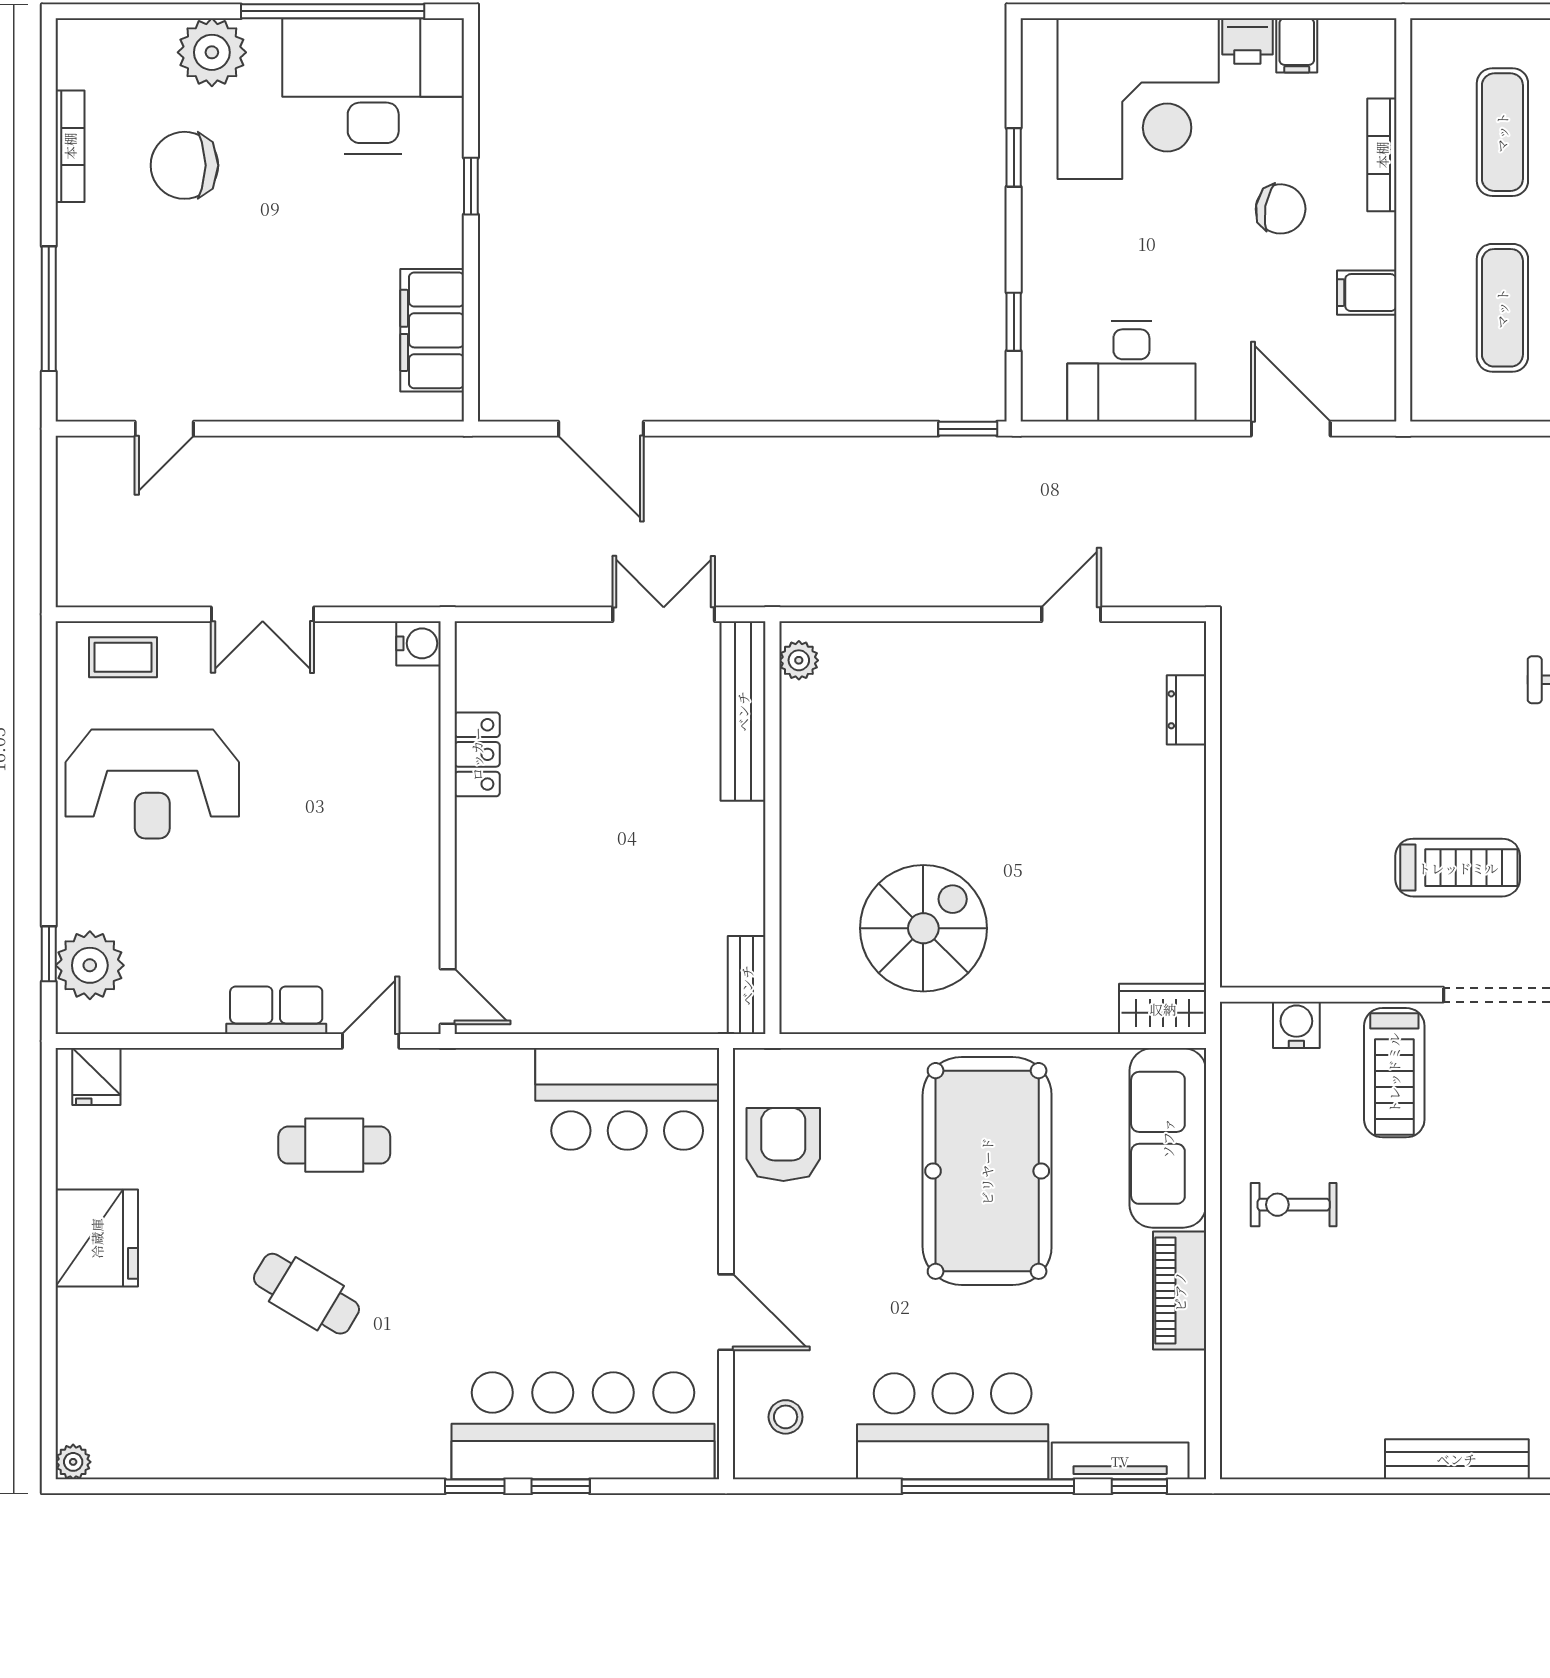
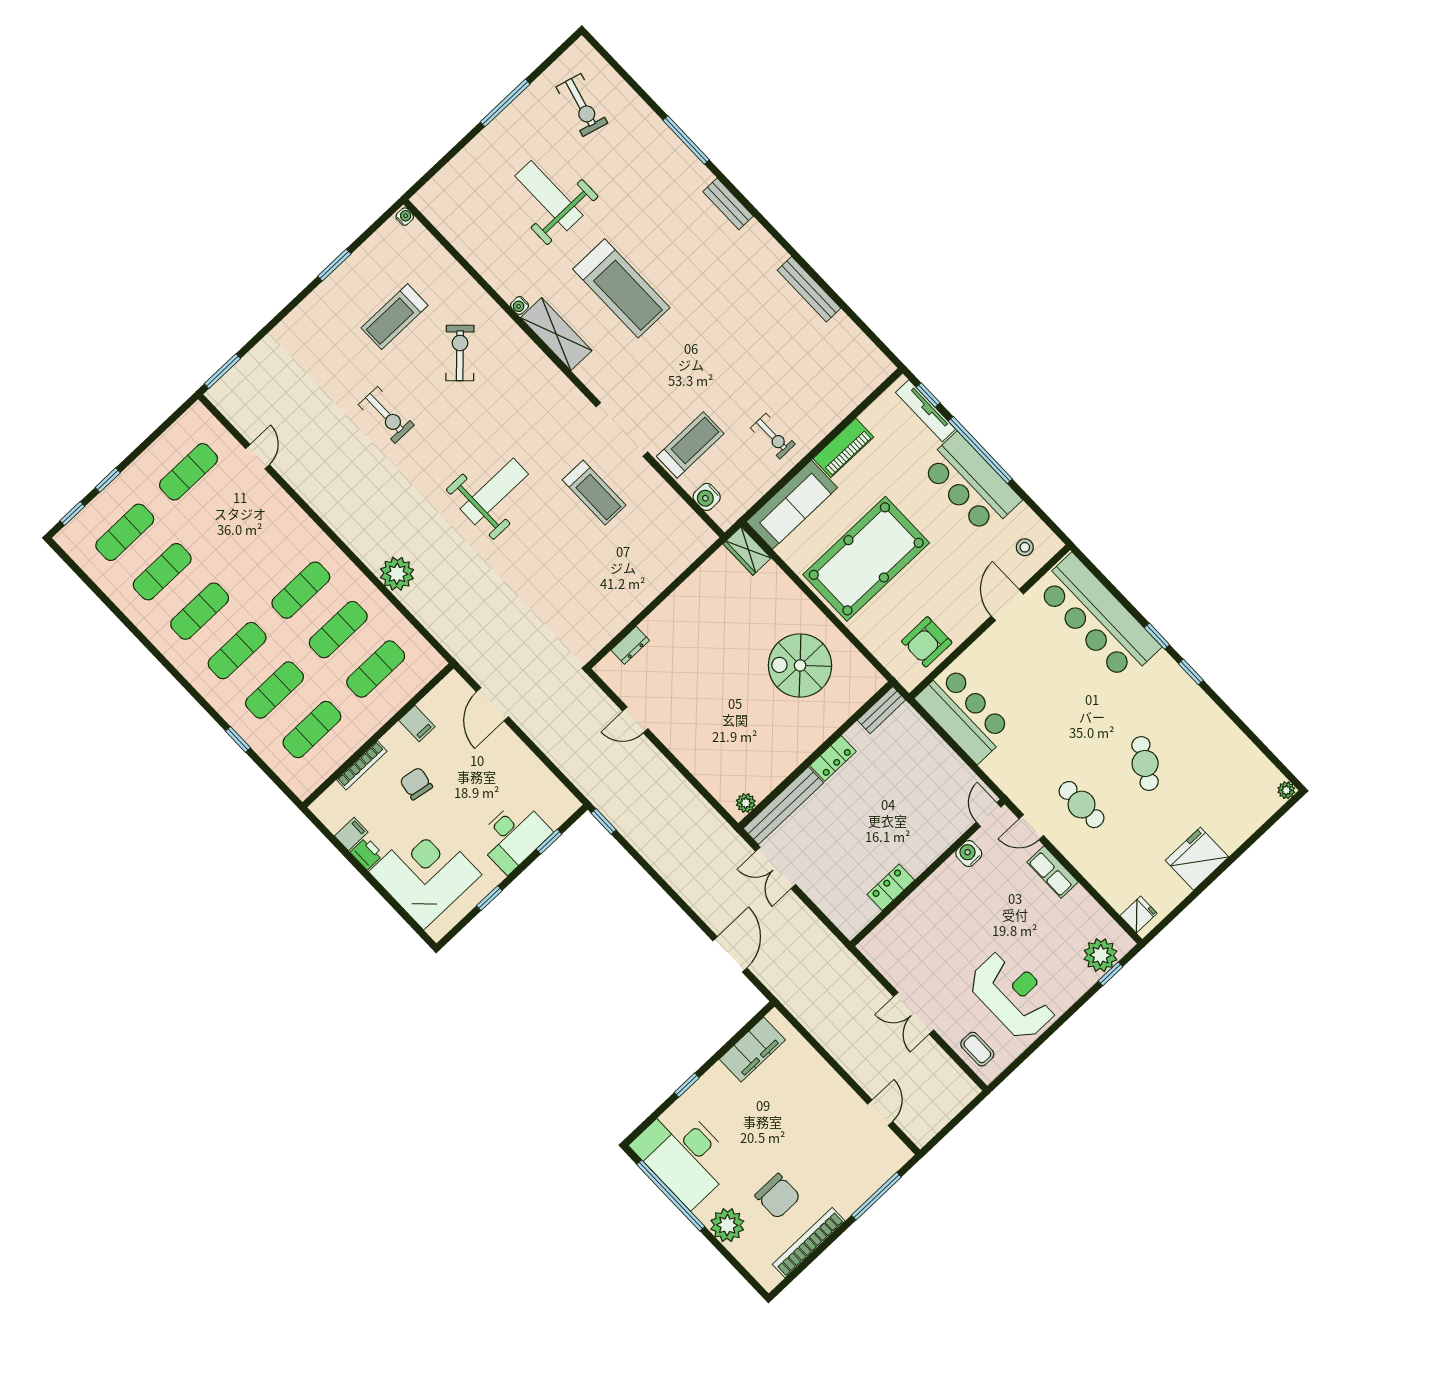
bookcase: (70, 146) -> (809, 1243), width x1.48, depth x1.31
desk: (1131, 371) -> (513, 836), moved, turned 90
door: (164, 429) -> (880, 1113), hinge flipped
double door: (263, 614) -> (914, 1013), swing flipped
water cooler: (419, 643) -> (969, 854), moved
locker: (743, 848) -> (833, 758), added
treadmill: (1458, 868) -> (594, 493), turned 180
window: (561, 1486) -> (1191, 672), moved

